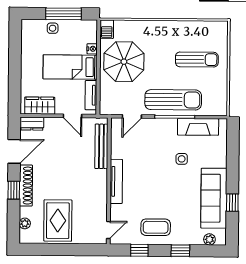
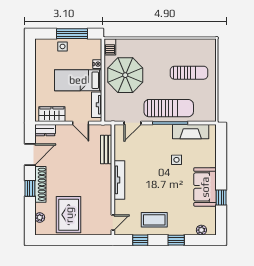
bench: (101, 146) -> (106, 149), width x0.73
sofa: (214, 198) -> (205, 187), width x0.73

